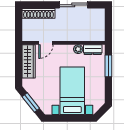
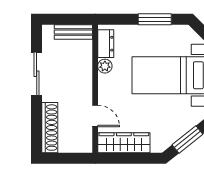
bench: (100, 29) -> (73, 32), added
window: (108, 66) -> (155, 19), moved

